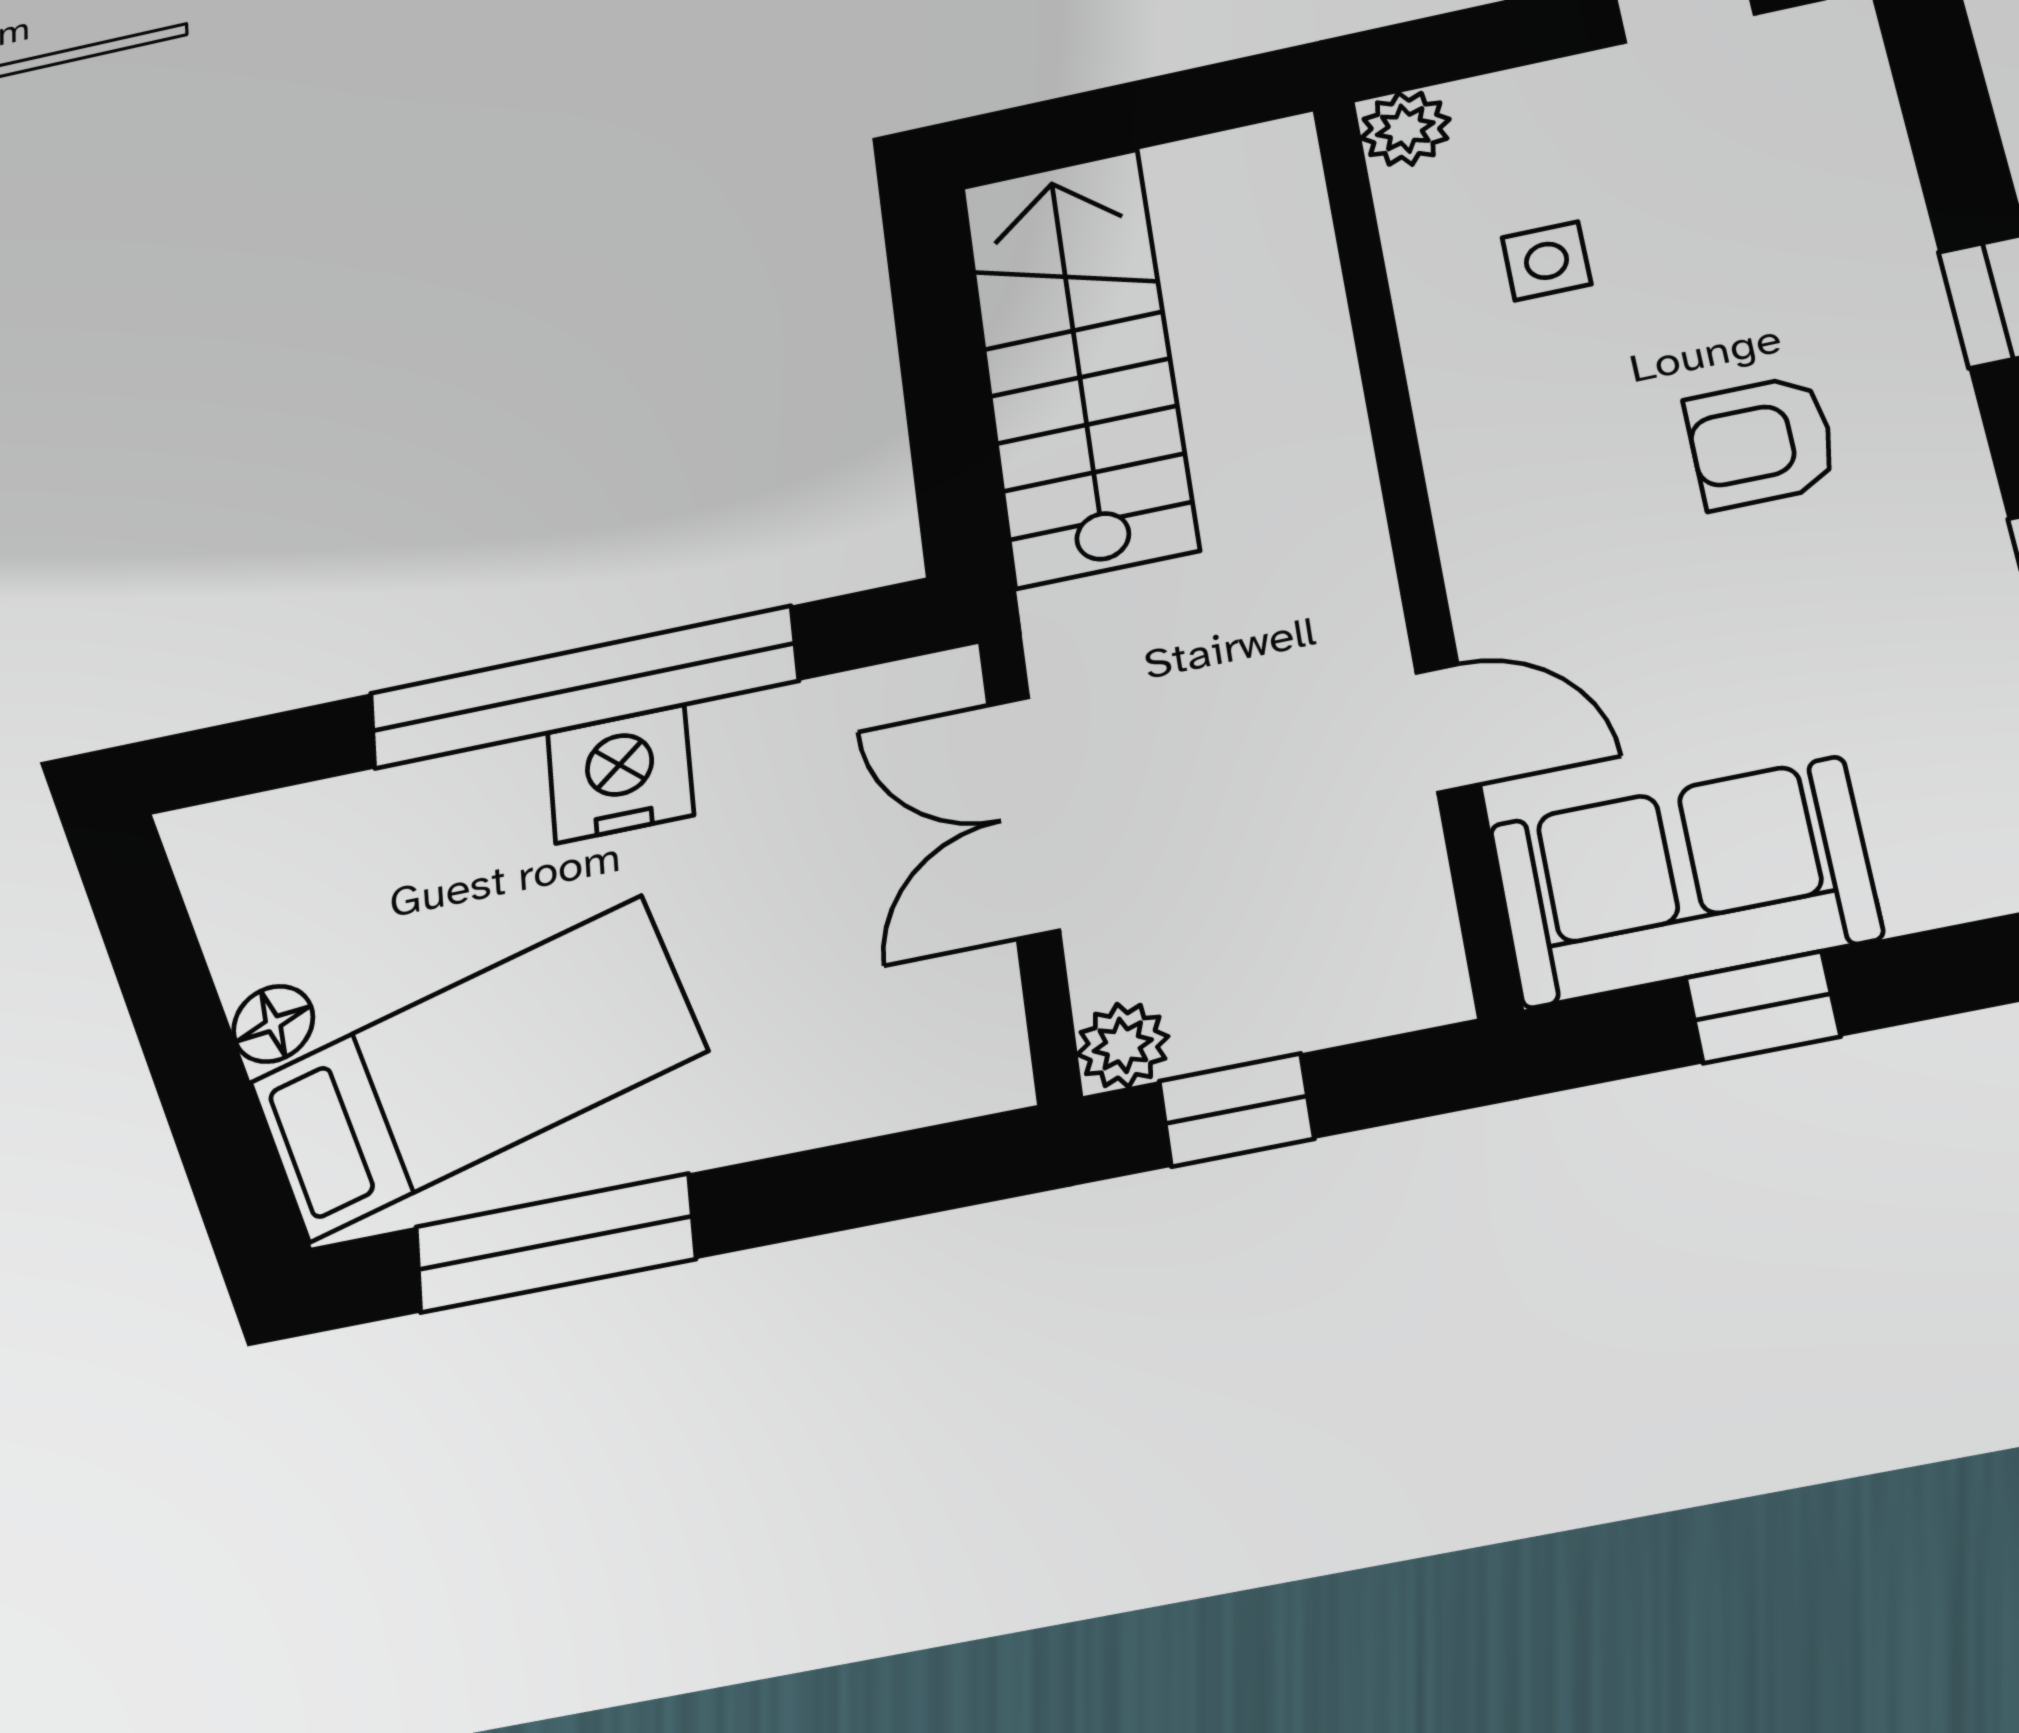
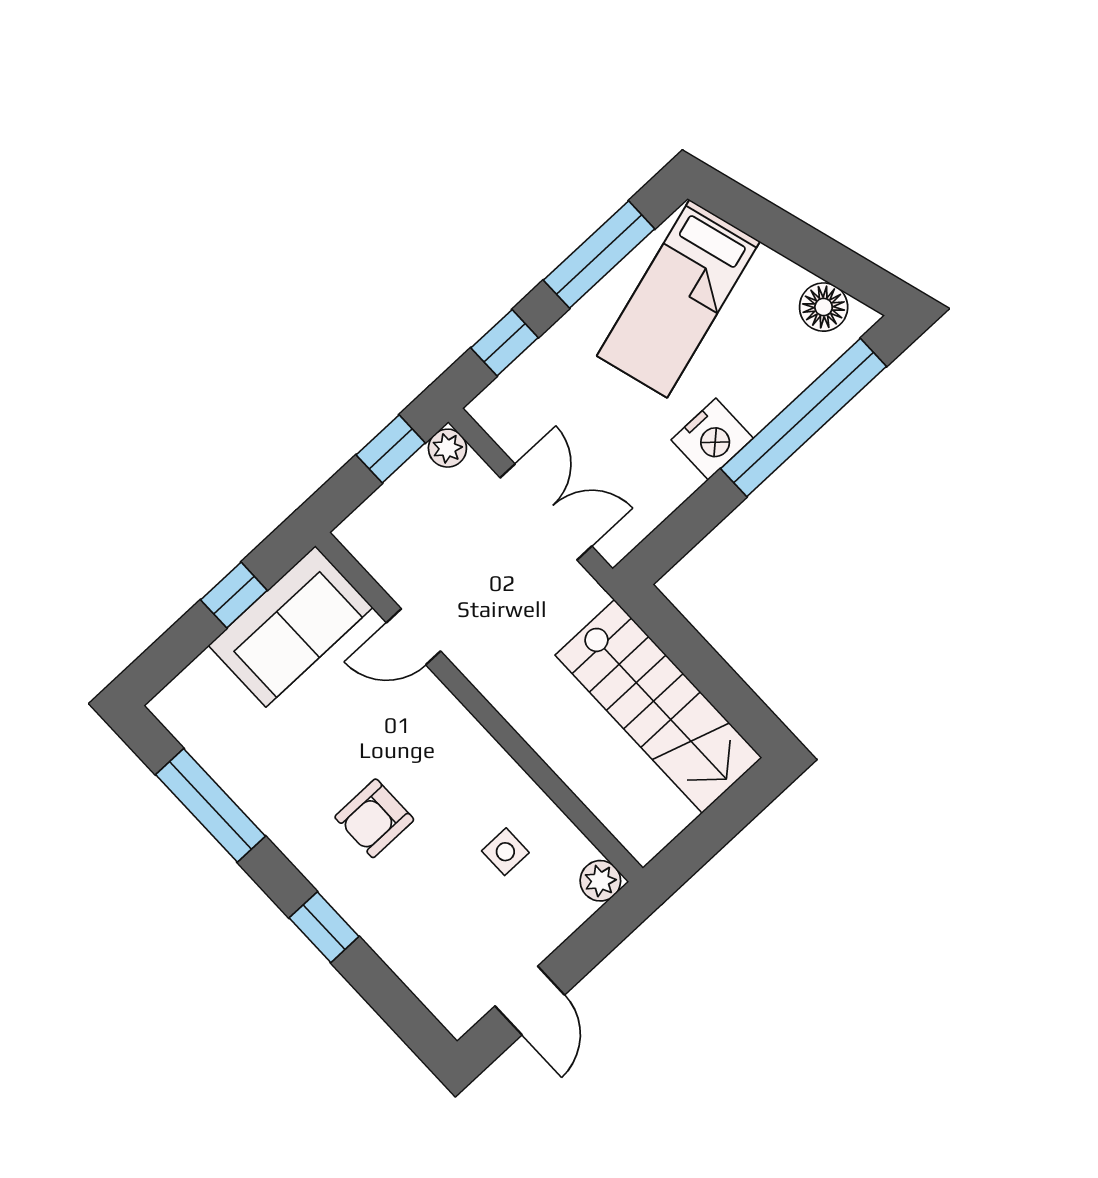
armchair: (1761, 442) -> (374, 818), turned 180
window: (583, 687) -> (804, 418), moved
floor lamp: (273, 1024) -> (824, 307), moved, width x1.37, depth x1.37
window: (861, 1183) -> (505, 343), added

